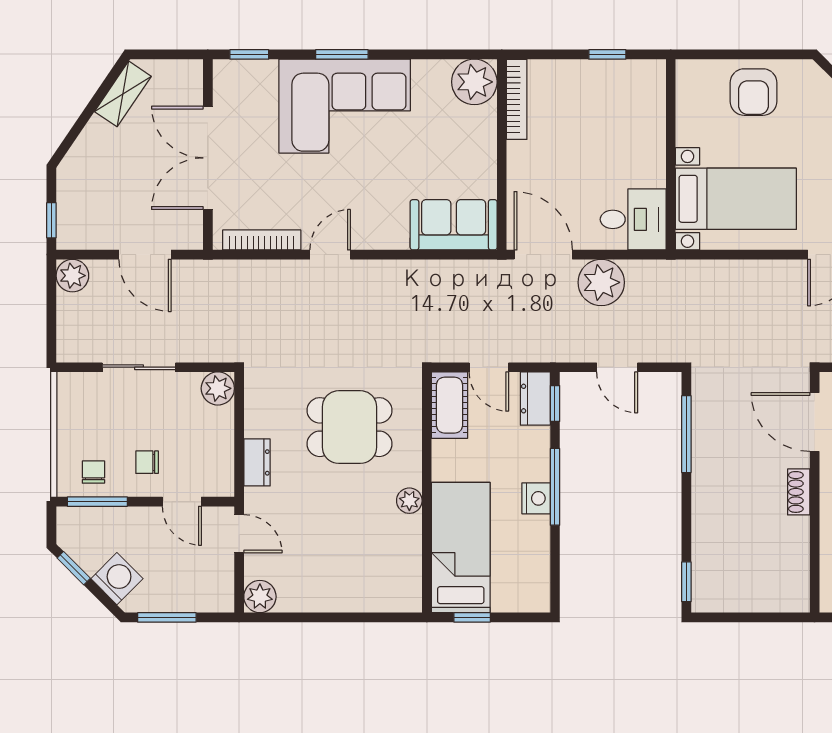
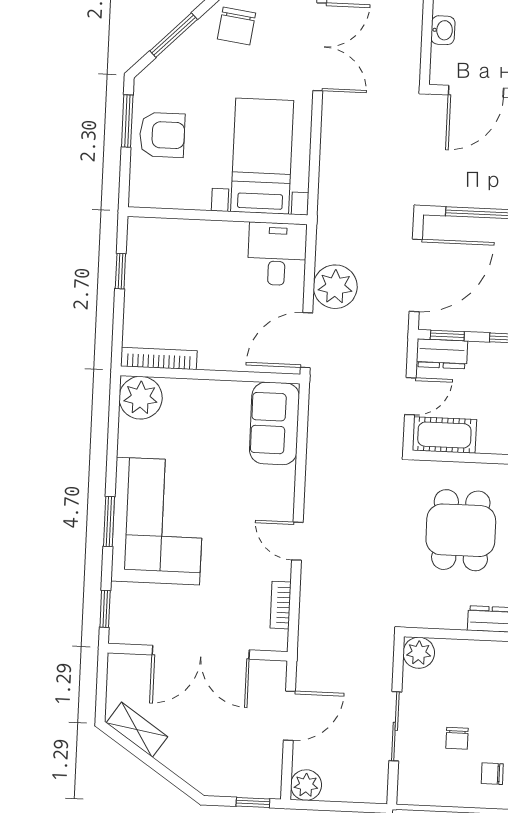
window: (767, 54) -> (127, 121), added
bookcase: (262, 240) -> (281, 605), width x0.64
door: (617, 367) -> (416, 275), width x1.88
chair: (147, 462) -> (457, 738), moved

